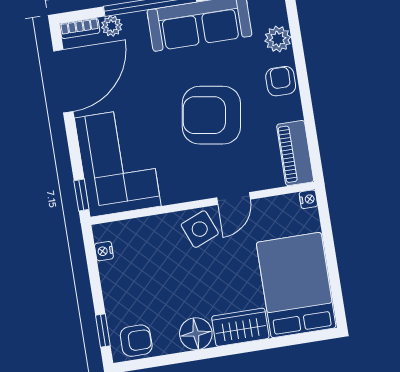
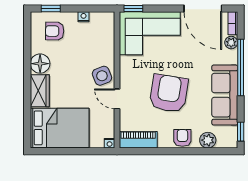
armchair: (281, 81) -> (182, 138), turned -90
nightstand: (104, 251) -> (84, 17), moved
armchair: (136, 341) -> (55, 31), moved, turned 91

